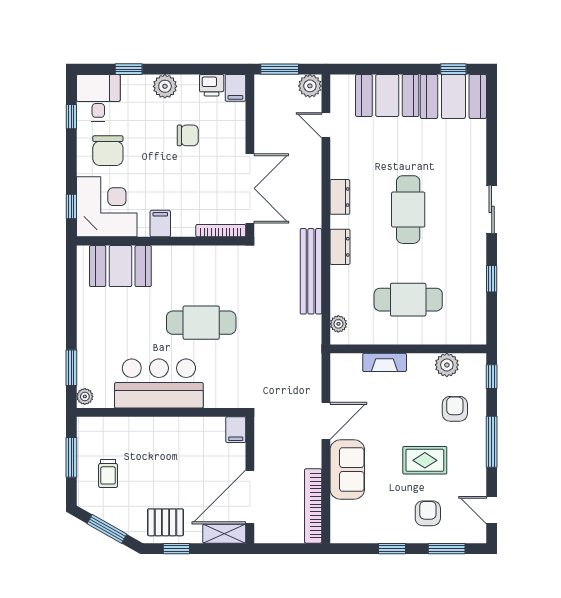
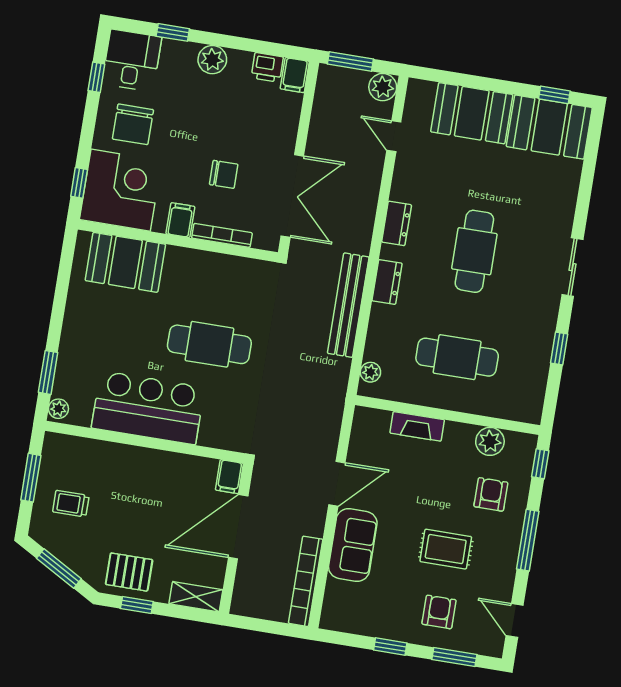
chair: (188, 135) -> (224, 174), moved
bookcase: (221, 231) -> (222, 235), moved
trolley: (108, 473) -> (71, 504), turned 90
door: (250, 497) -> (238, 527), moved

